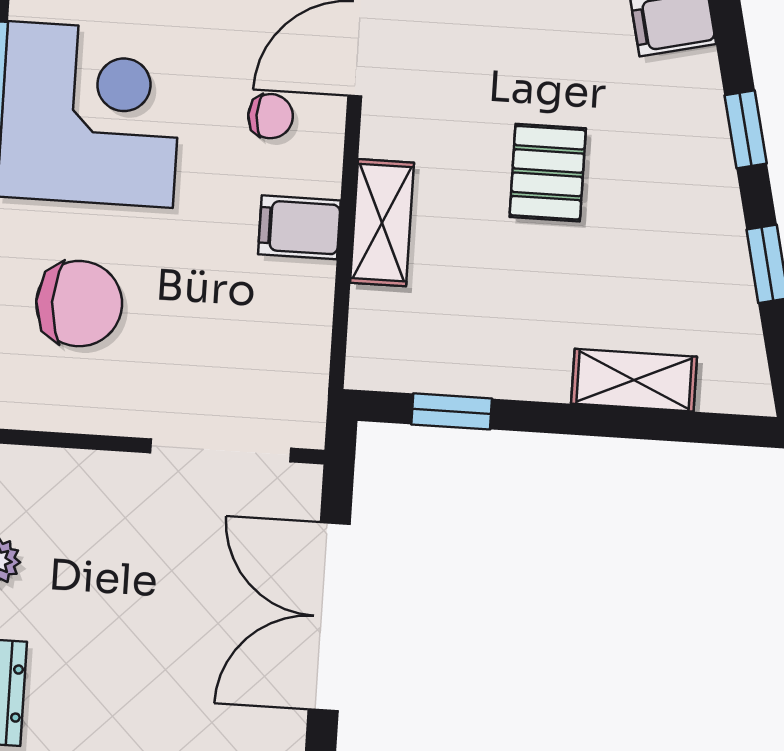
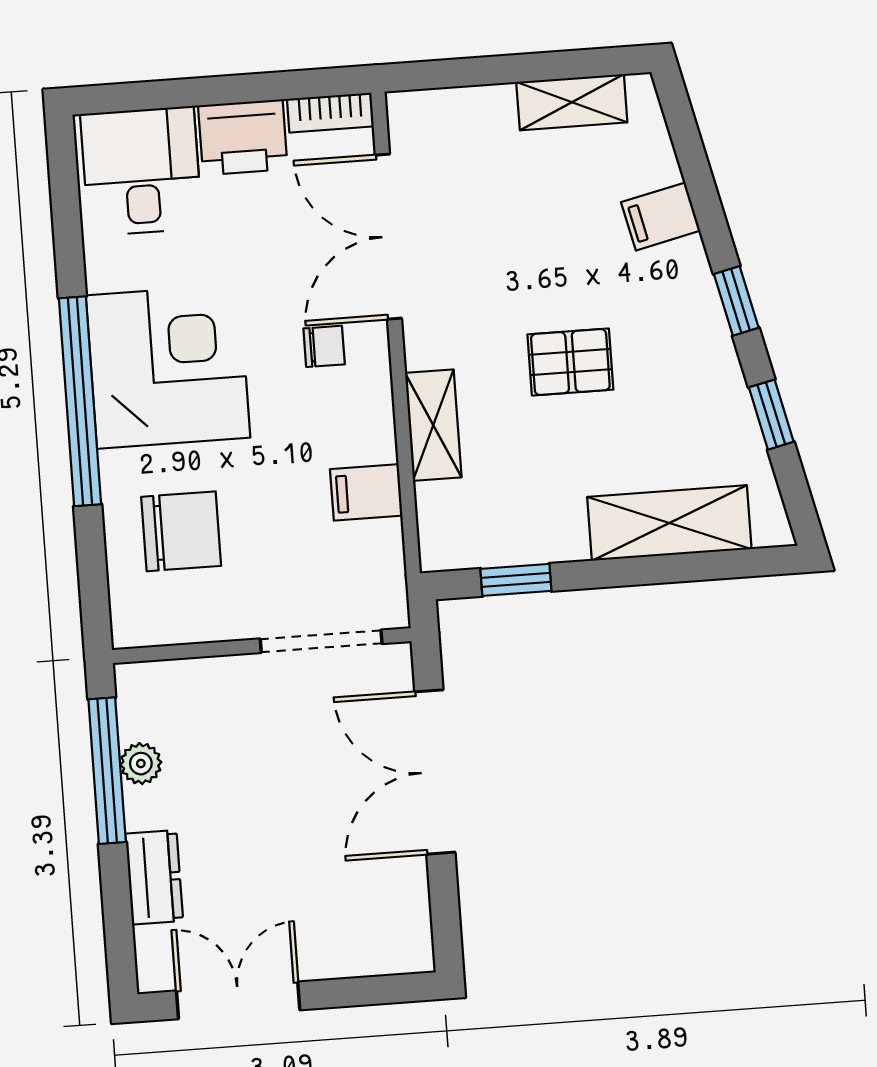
pallet: (548, 173) -> (570, 362), turned 90
filing cabinet: (299, 227) -> (366, 492), moved
shelving: (634, 380) -> (669, 523), width x1.50, depth x1.33

